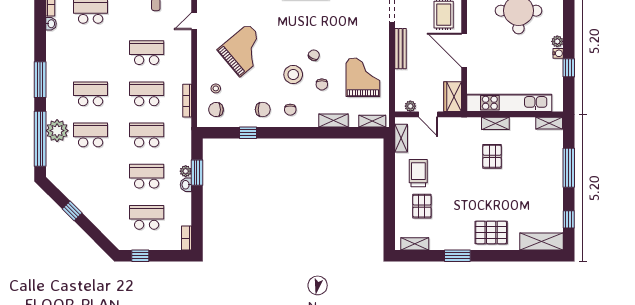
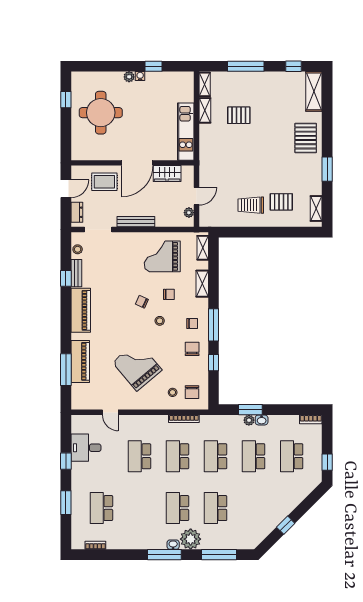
washbasin: (51, 24) -> (173, 545), moved
stool: (293, 75) -> (160, 321), width x0.53, depth x0.53
wardrobe: (453, 97) -> (167, 174), moved
kitchen unit: (509, 103) -> (186, 132), width x0.73
shelving: (495, 123) -> (205, 110), moved
plant: (57, 131) -> (191, 539), moved
window: (289, 133) -> (214, 325), added
shelving: (401, 138) -> (218, 221), removed
window: (40, 139) -> (219, 555), width x0.68
pallet: (492, 156) -> (239, 115), moved

